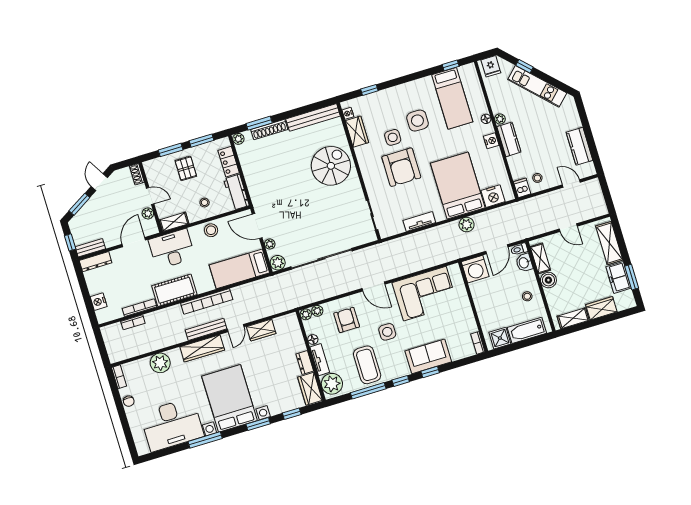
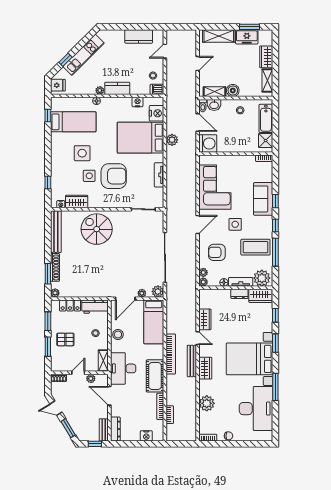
nightstand: (491, 141) -> (138, 102), moved
wardrobe: (202, 348) -> (205, 368), width x0.67

